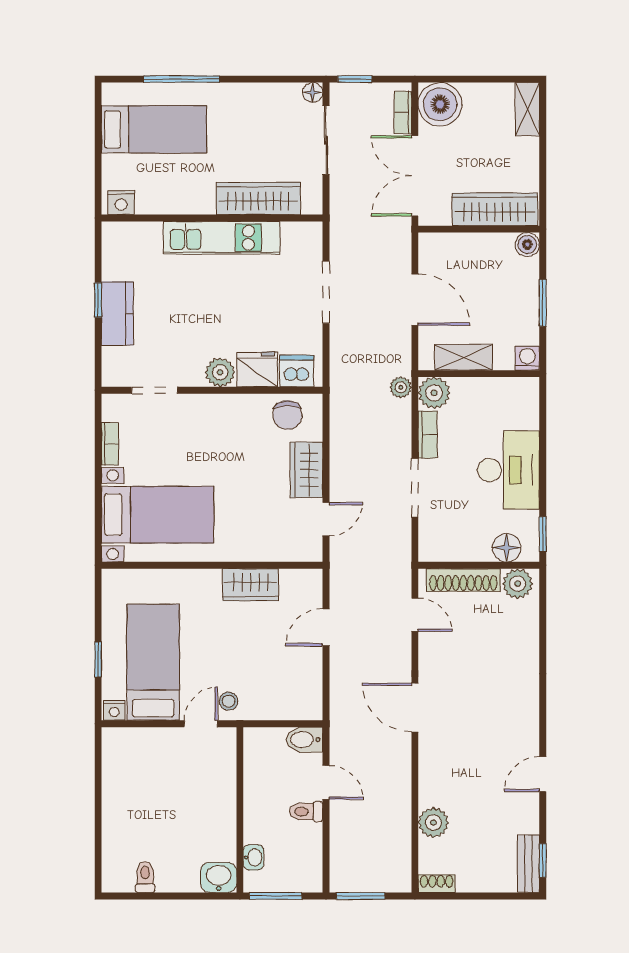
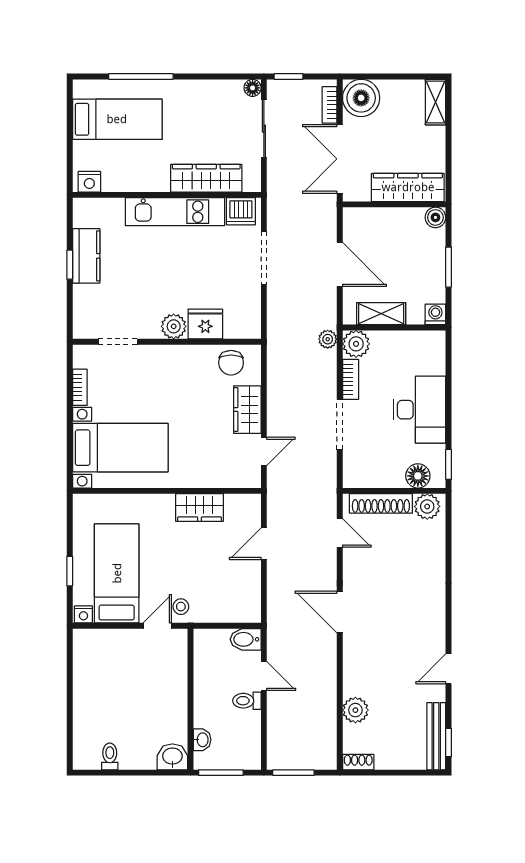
kitchen counter: (117, 313) -> (86, 256), moved
dishwasher: (297, 371) -> (241, 211), moved, turned 180
bench: (528, 864) -> (436, 736), width x1.36

